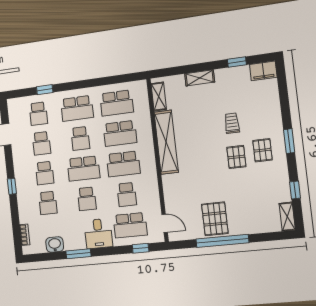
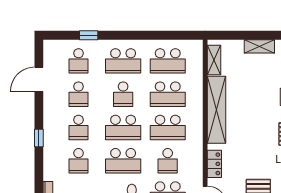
locker: (170, 193) -> (214, 164), added
school desk: (87, 199) -> (123, 161), width x1.85

